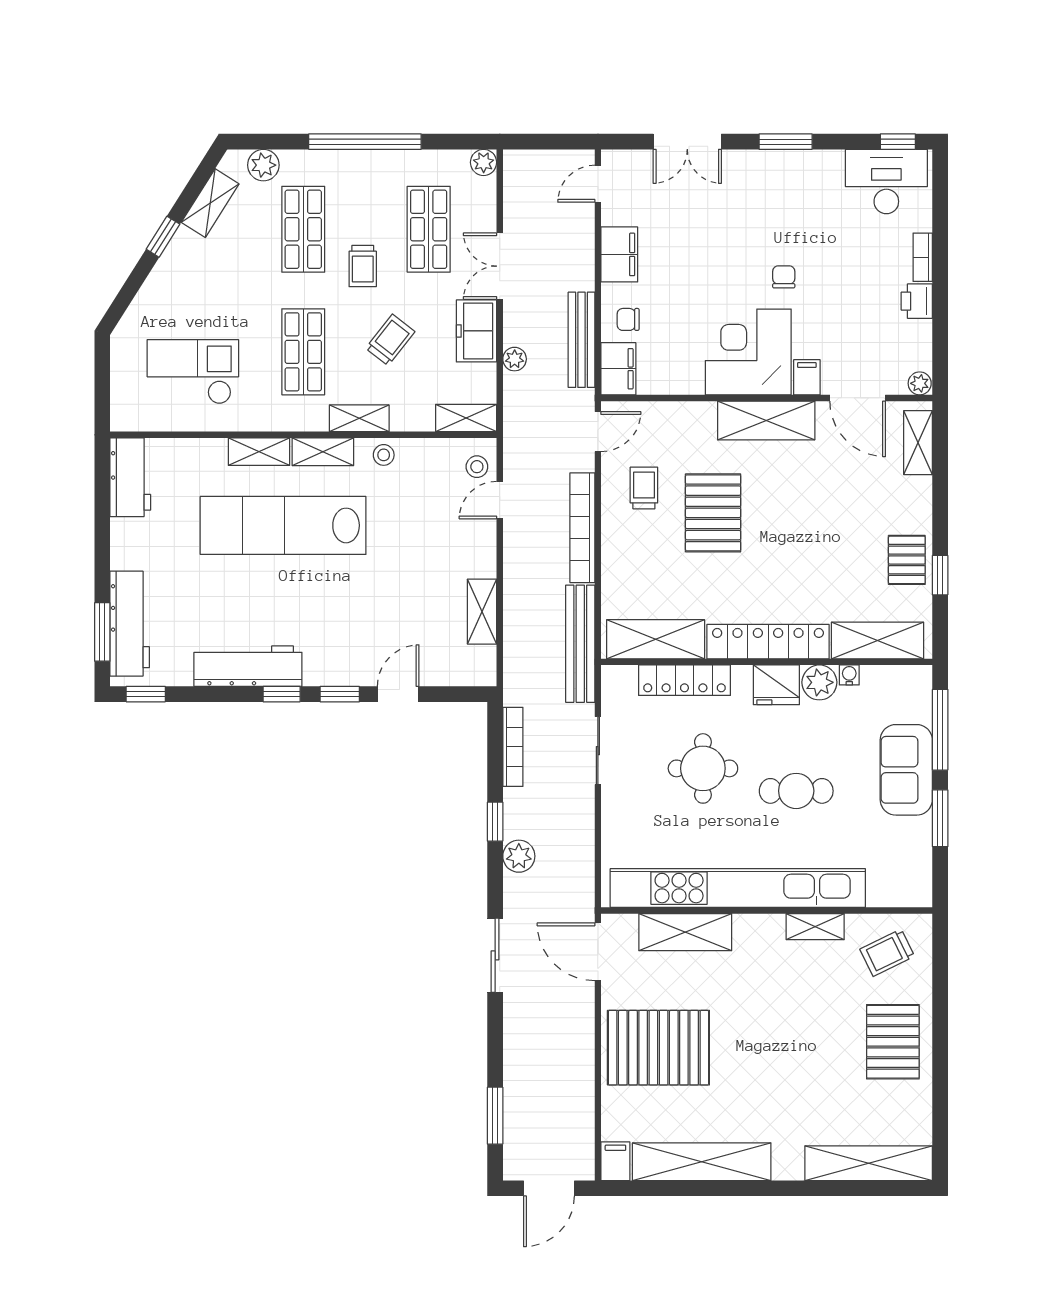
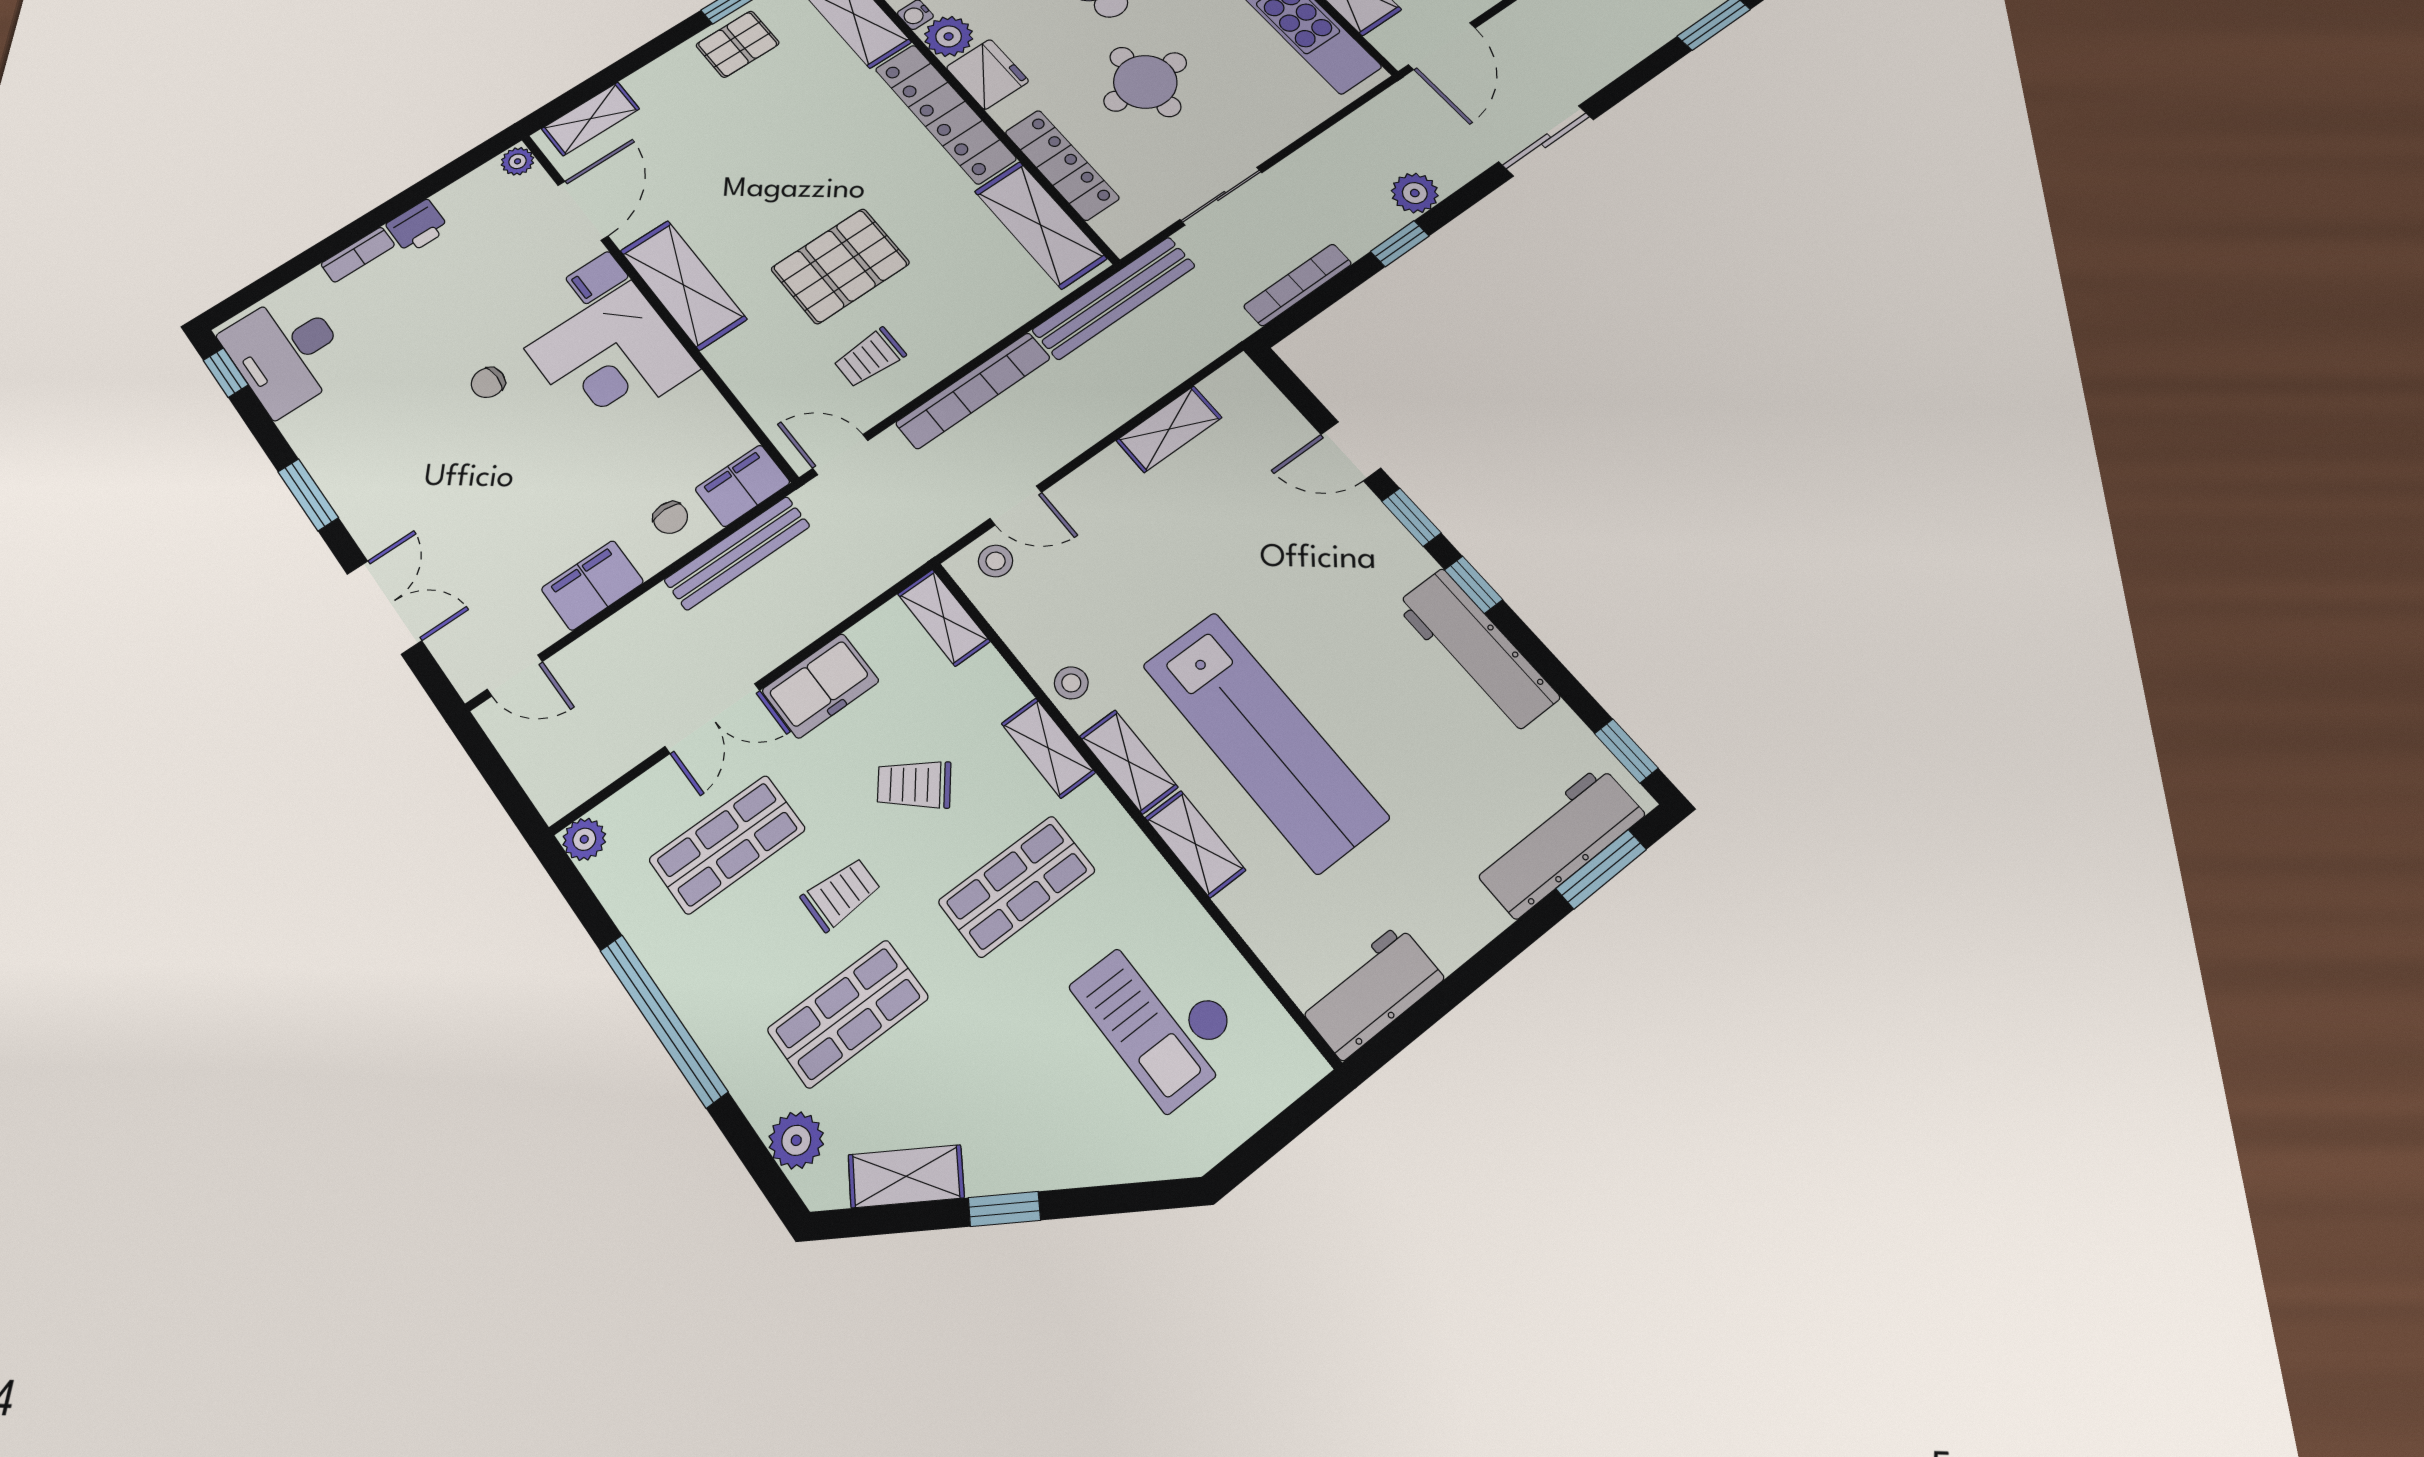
plant: (515, 359) -> (822, 614), removed

